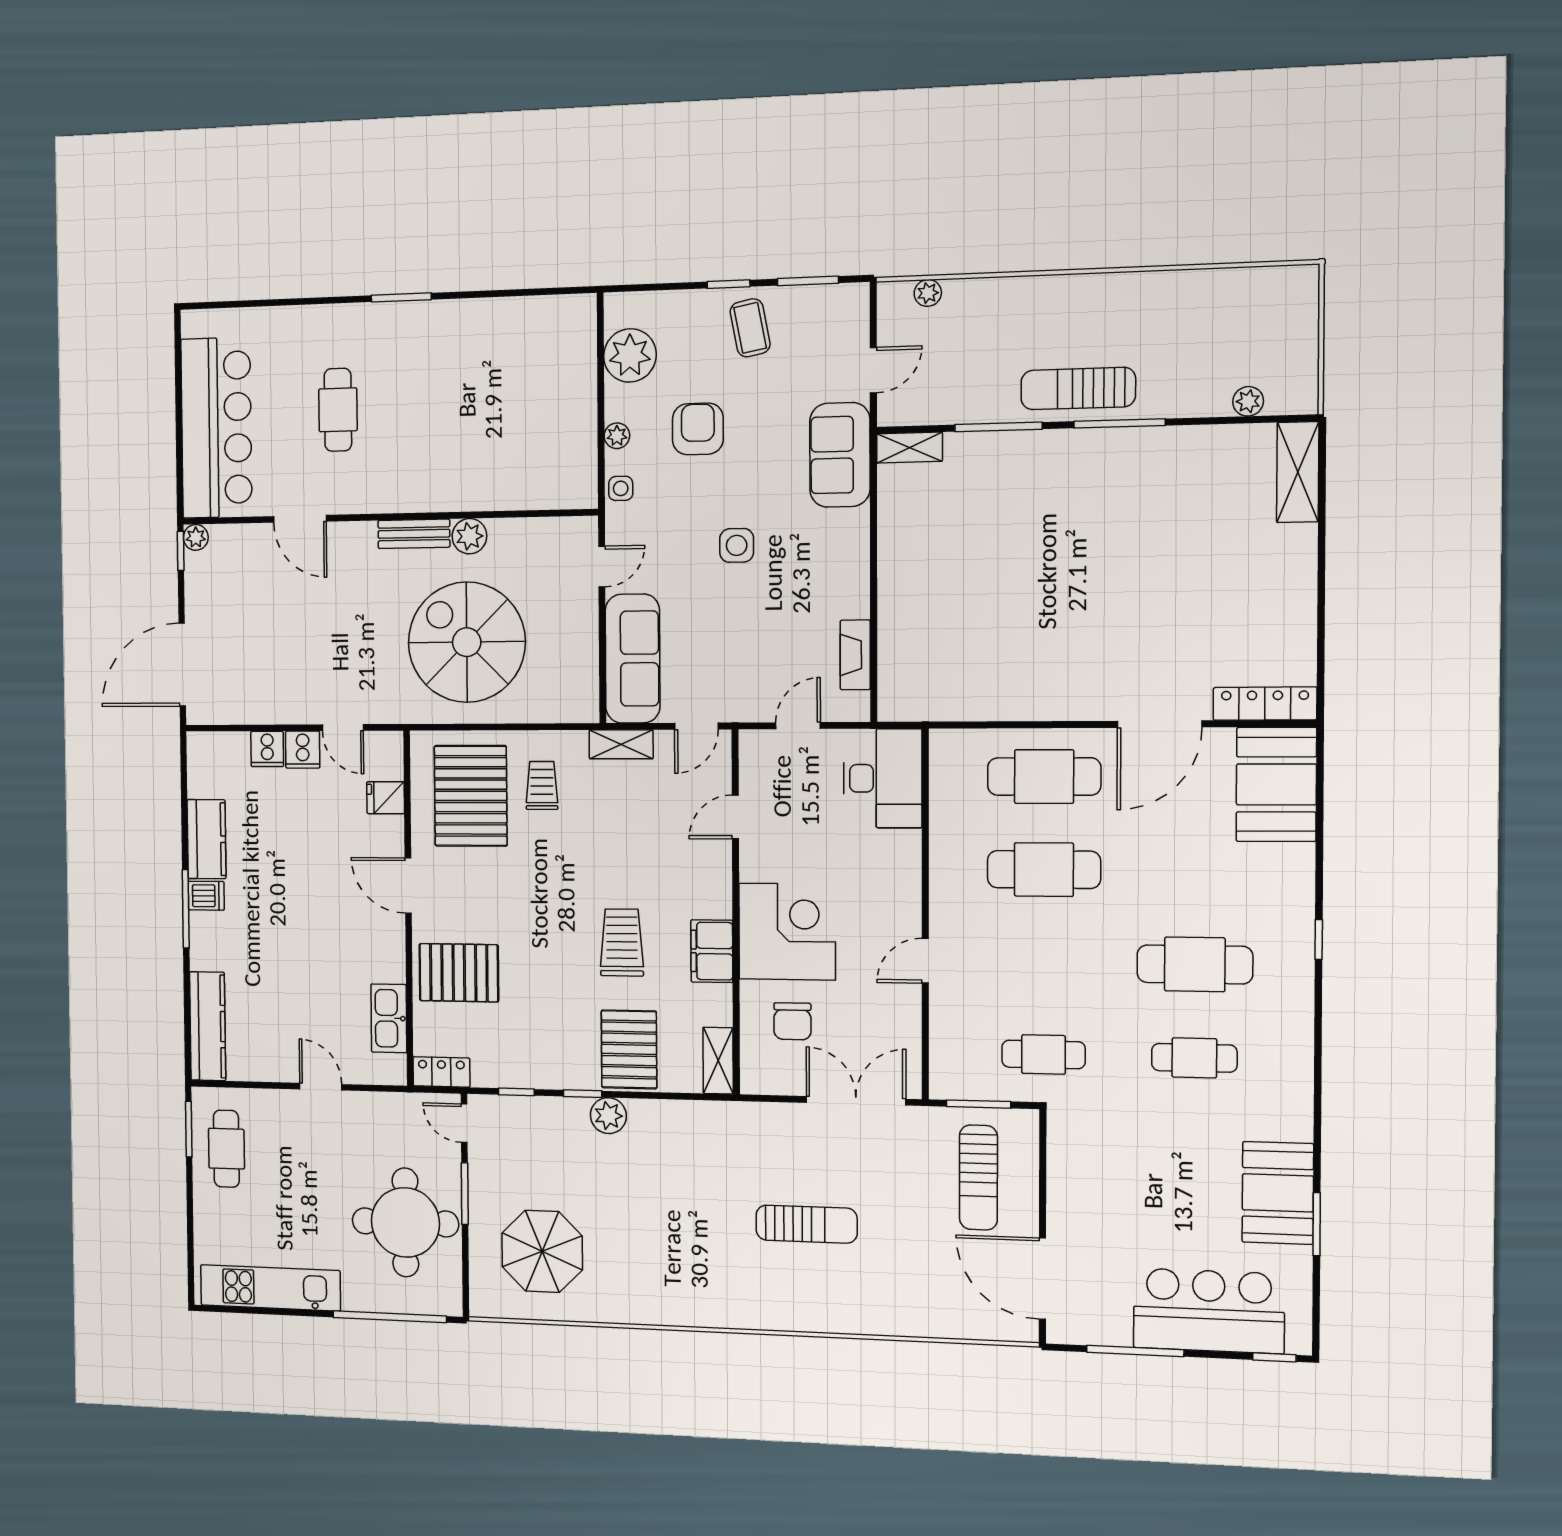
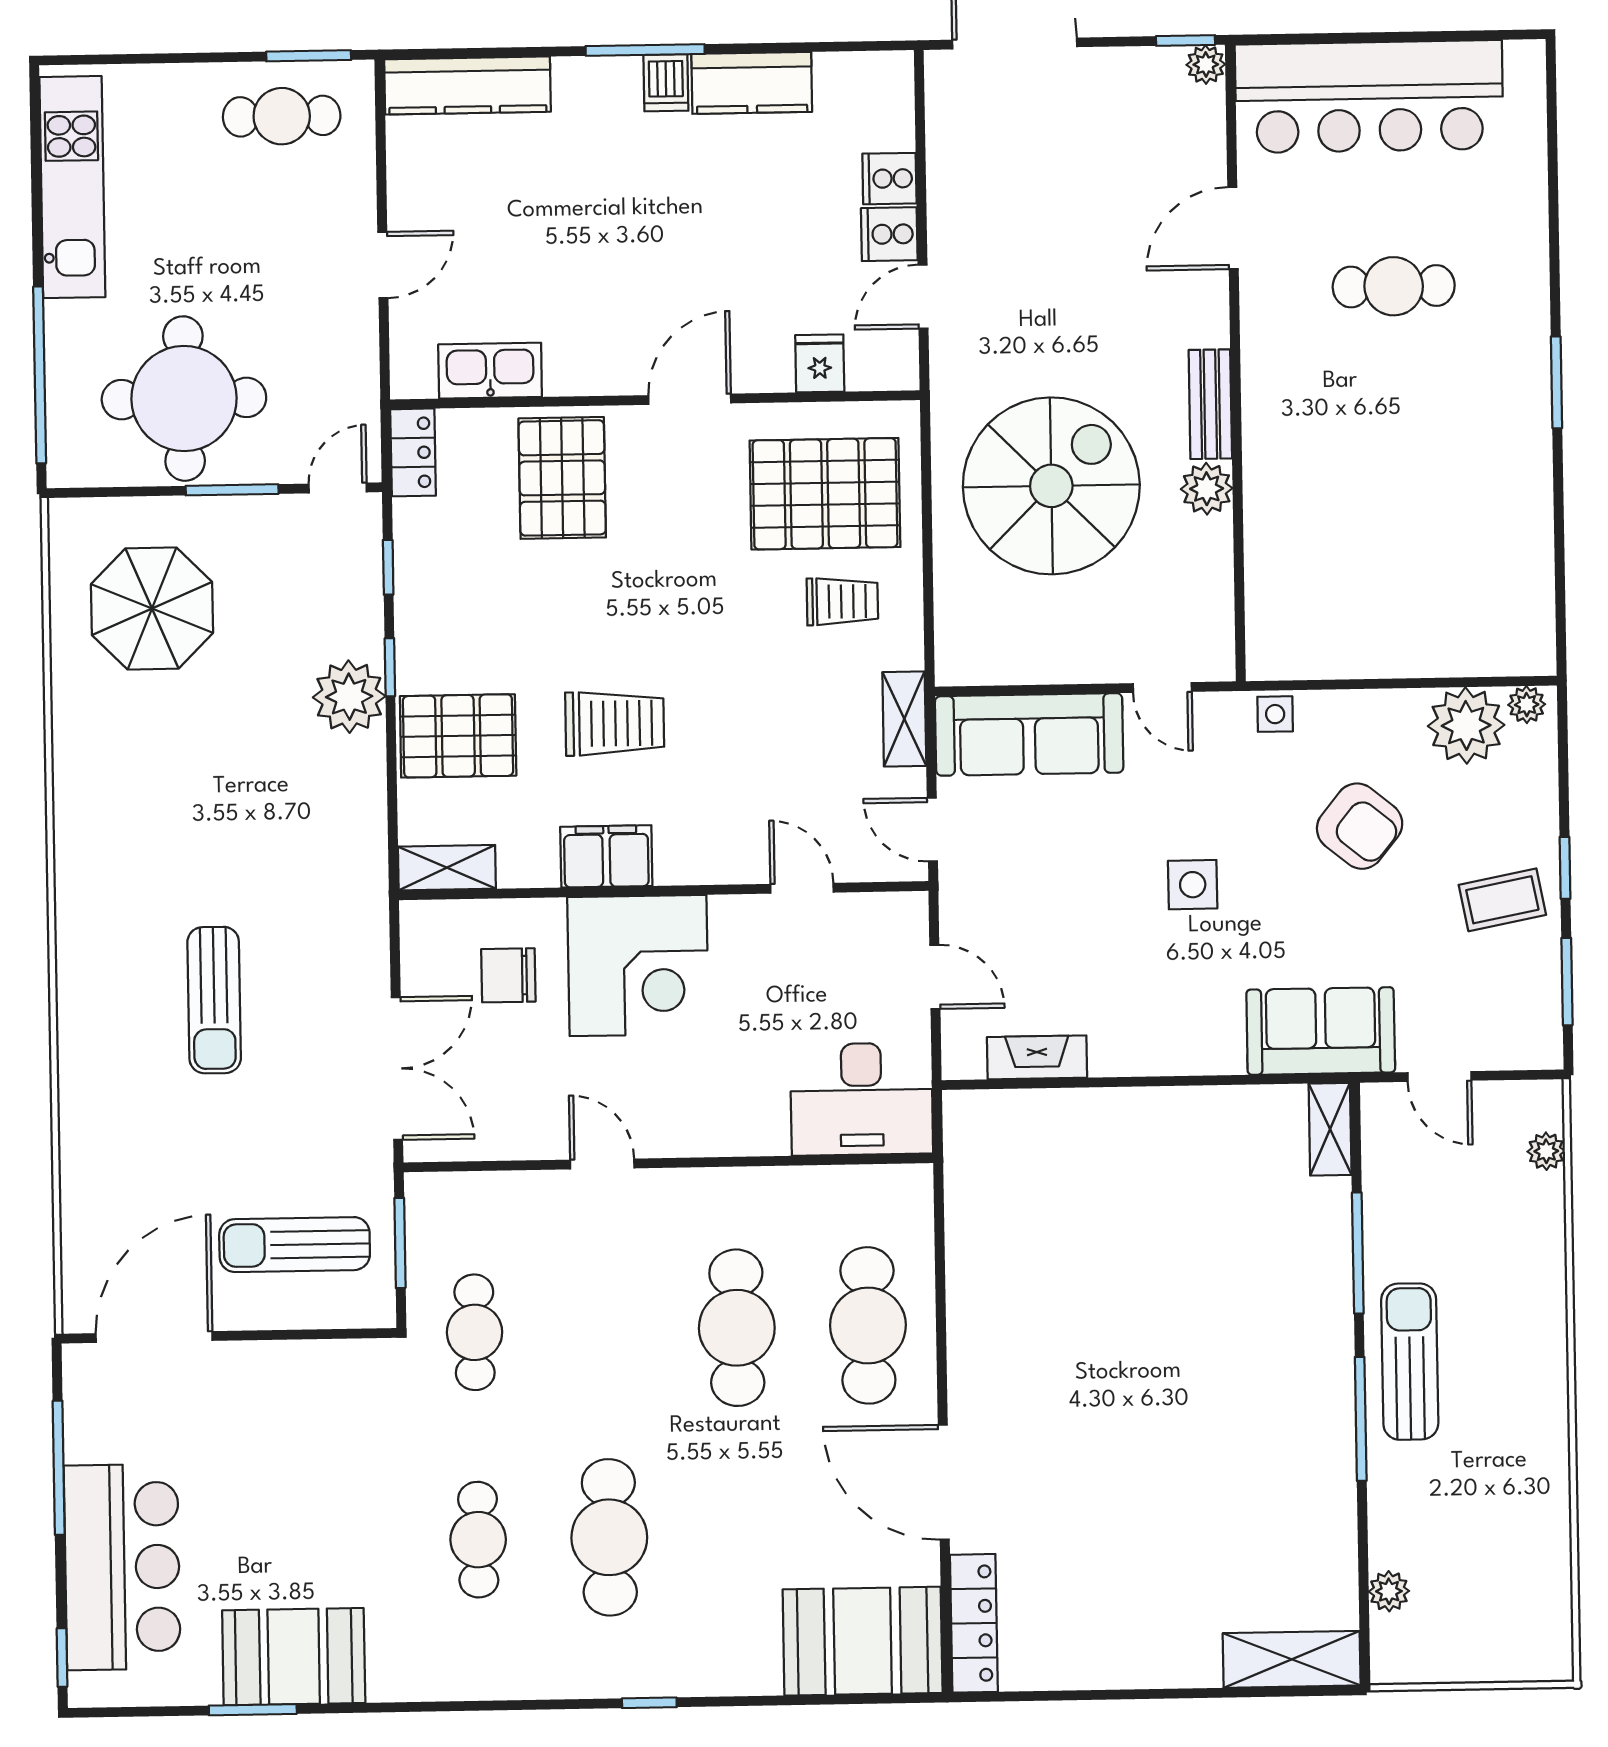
armchair: (698, 429) -> (1360, 826), turned 39
plant: (617, 436) -> (1527, 705), moved
plant: (608, 1116) -> (349, 697), width x1.36, depth x1.36

